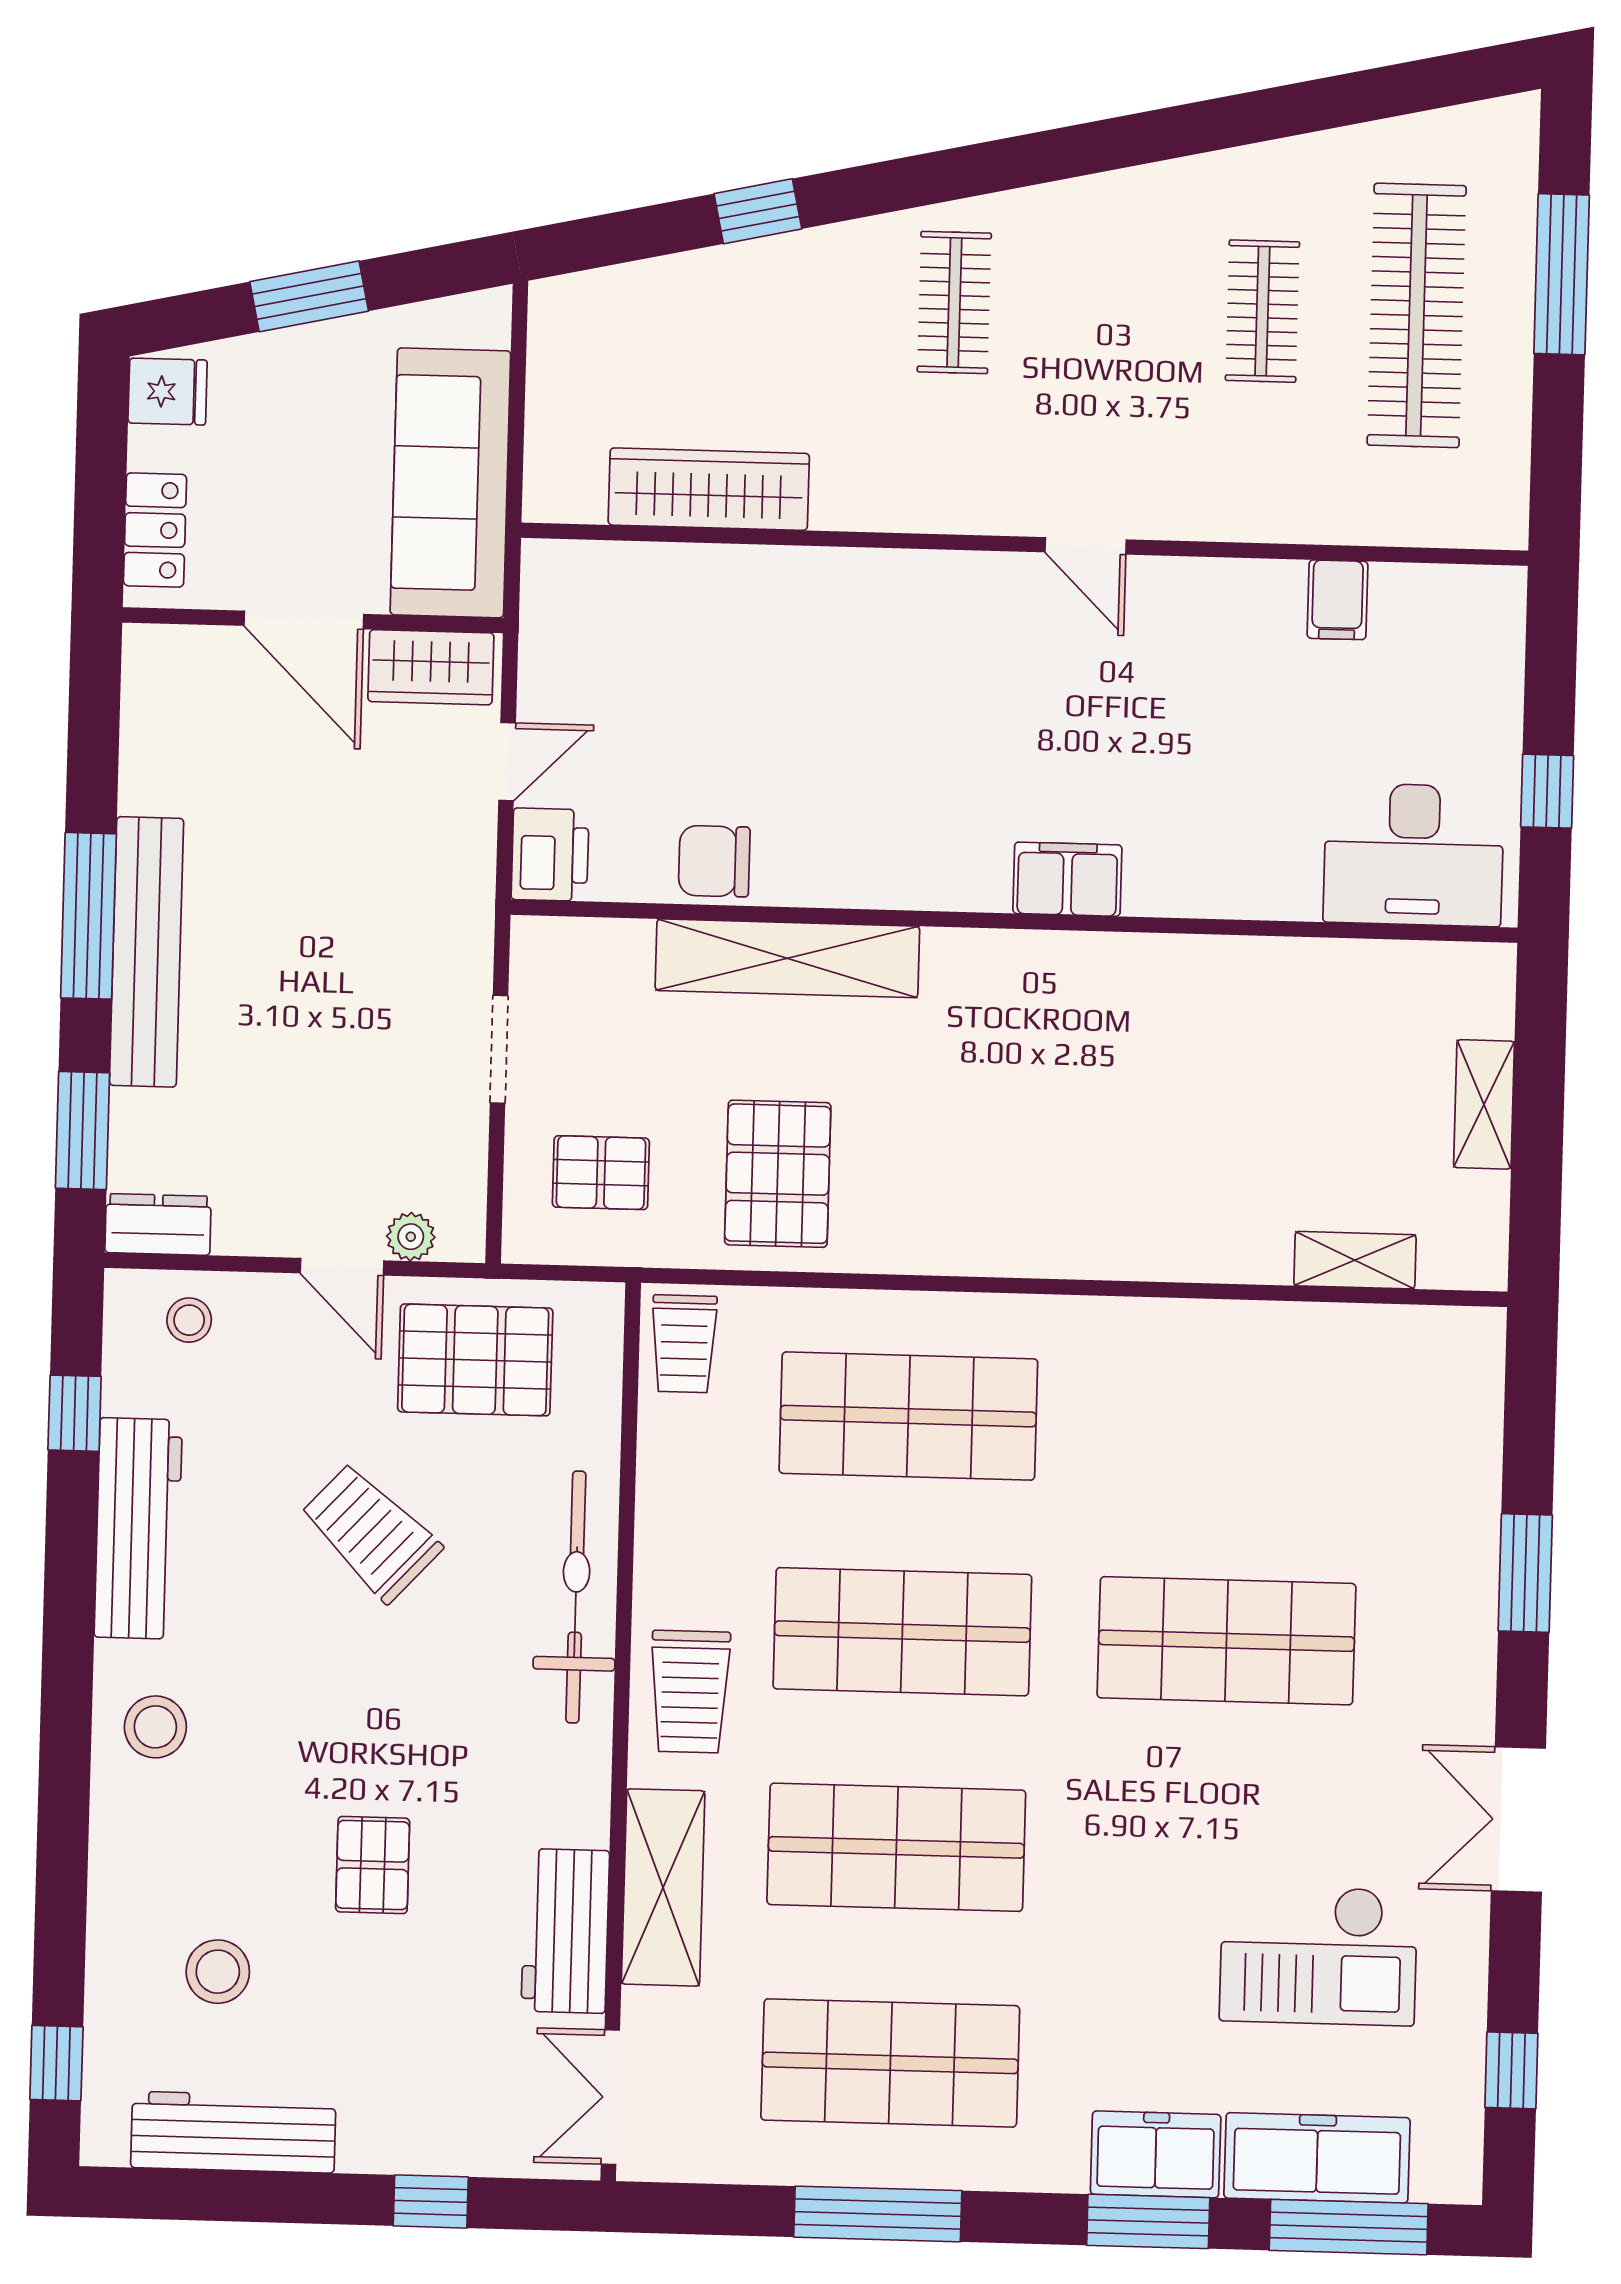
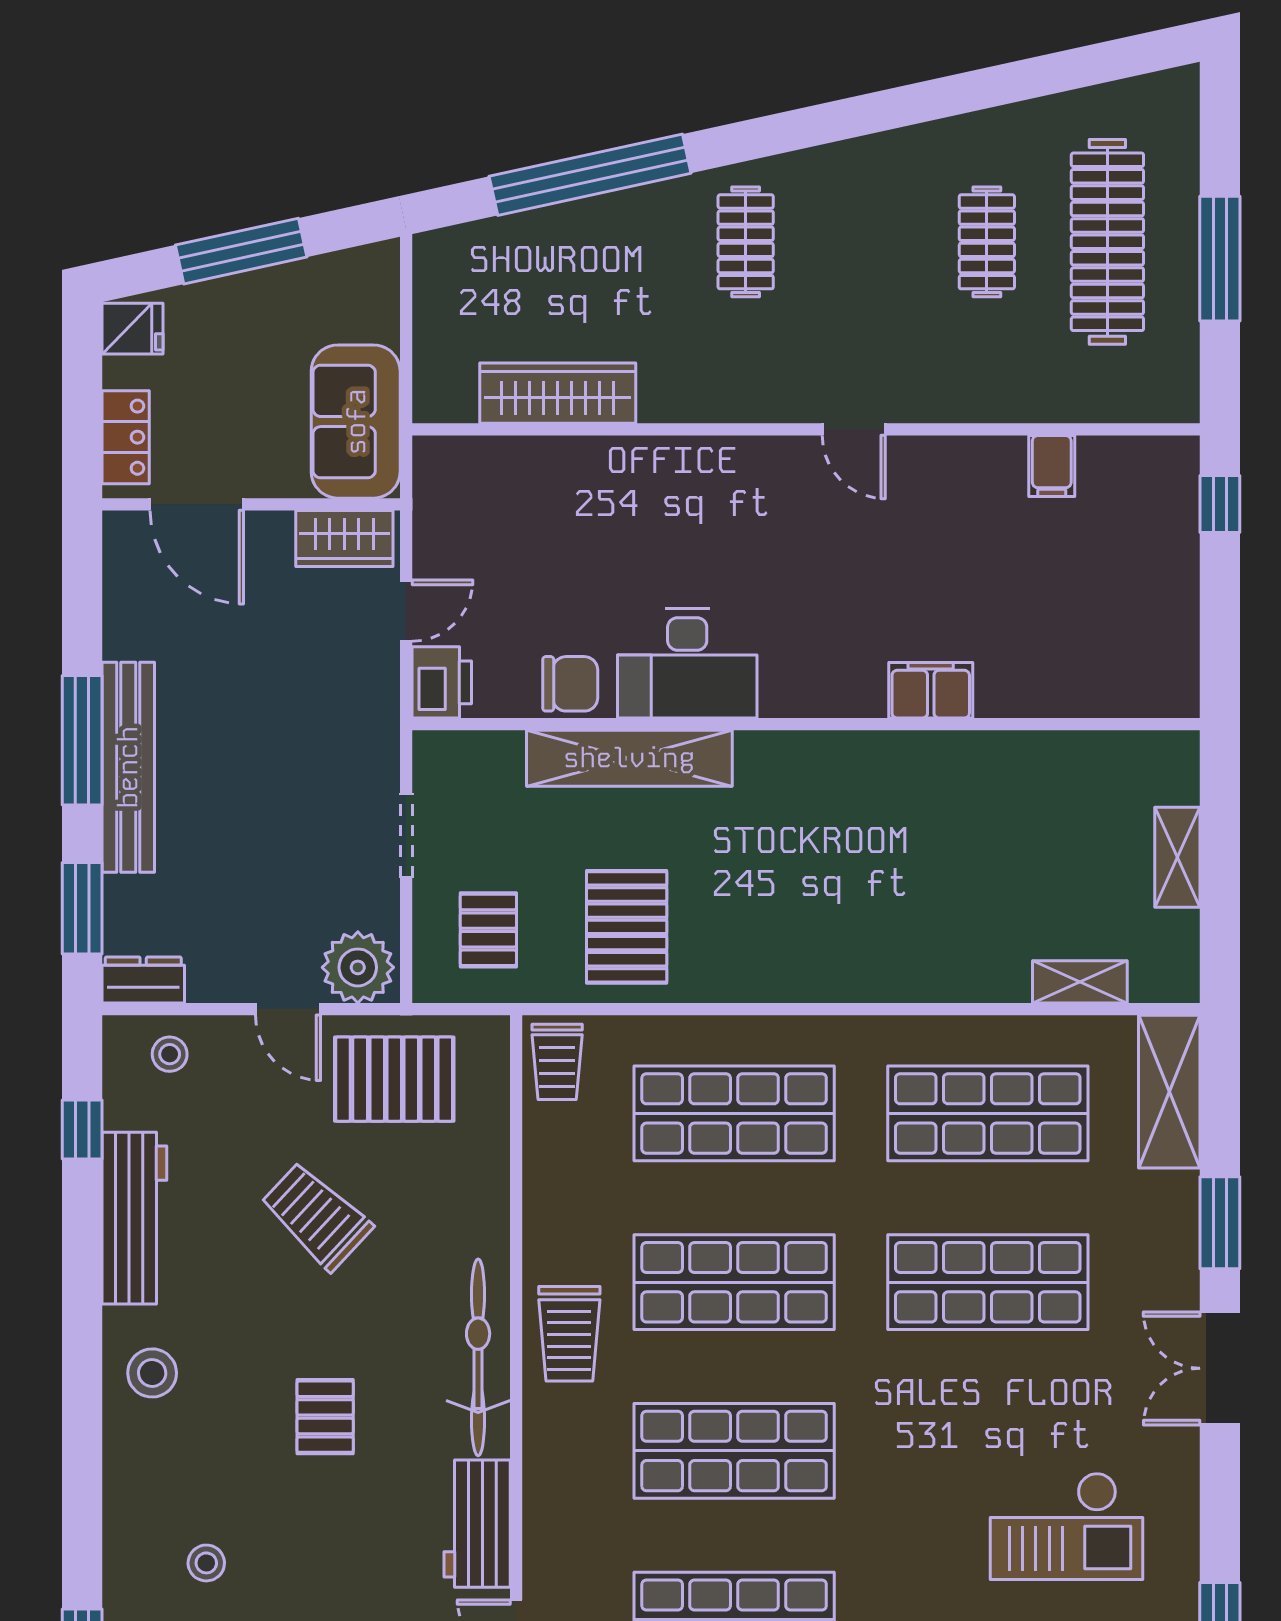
window: (758, 211) -> (590, 175), width x3.17
window: (1562, 274) -> (1220, 259), moved
window: (309, 296) -> (241, 251), width x1.44
sofa: (450, 483) -> (356, 422), width x0.73
door: (304, 620) -> (197, 504), moved
window: (1547, 791) -> (1220, 504), moved
desk: (1414, 855) -> (687, 664), moved
chair: (714, 861) -> (570, 684), turned 180
filing cabinet: (1067, 879) -> (931, 690), moved
pallet: (601, 1173) -> (488, 930), turned 90
plant: (411, 1237) -> (358, 967), width x1.88, depth x1.88
shop shelf: (1233, 1425) -> (988, 1113), added
bicycle: (576, 1597) -> (478, 1357), moved
double door: (1518, 1820) -> (1220, 1368), moved
pallet: (373, 1865) -> (325, 1417), moved
shelving: (663, 1887) -> (1169, 1092), moved
stool: (218, 1972) -> (206, 1563), width x0.73, depth x0.73

